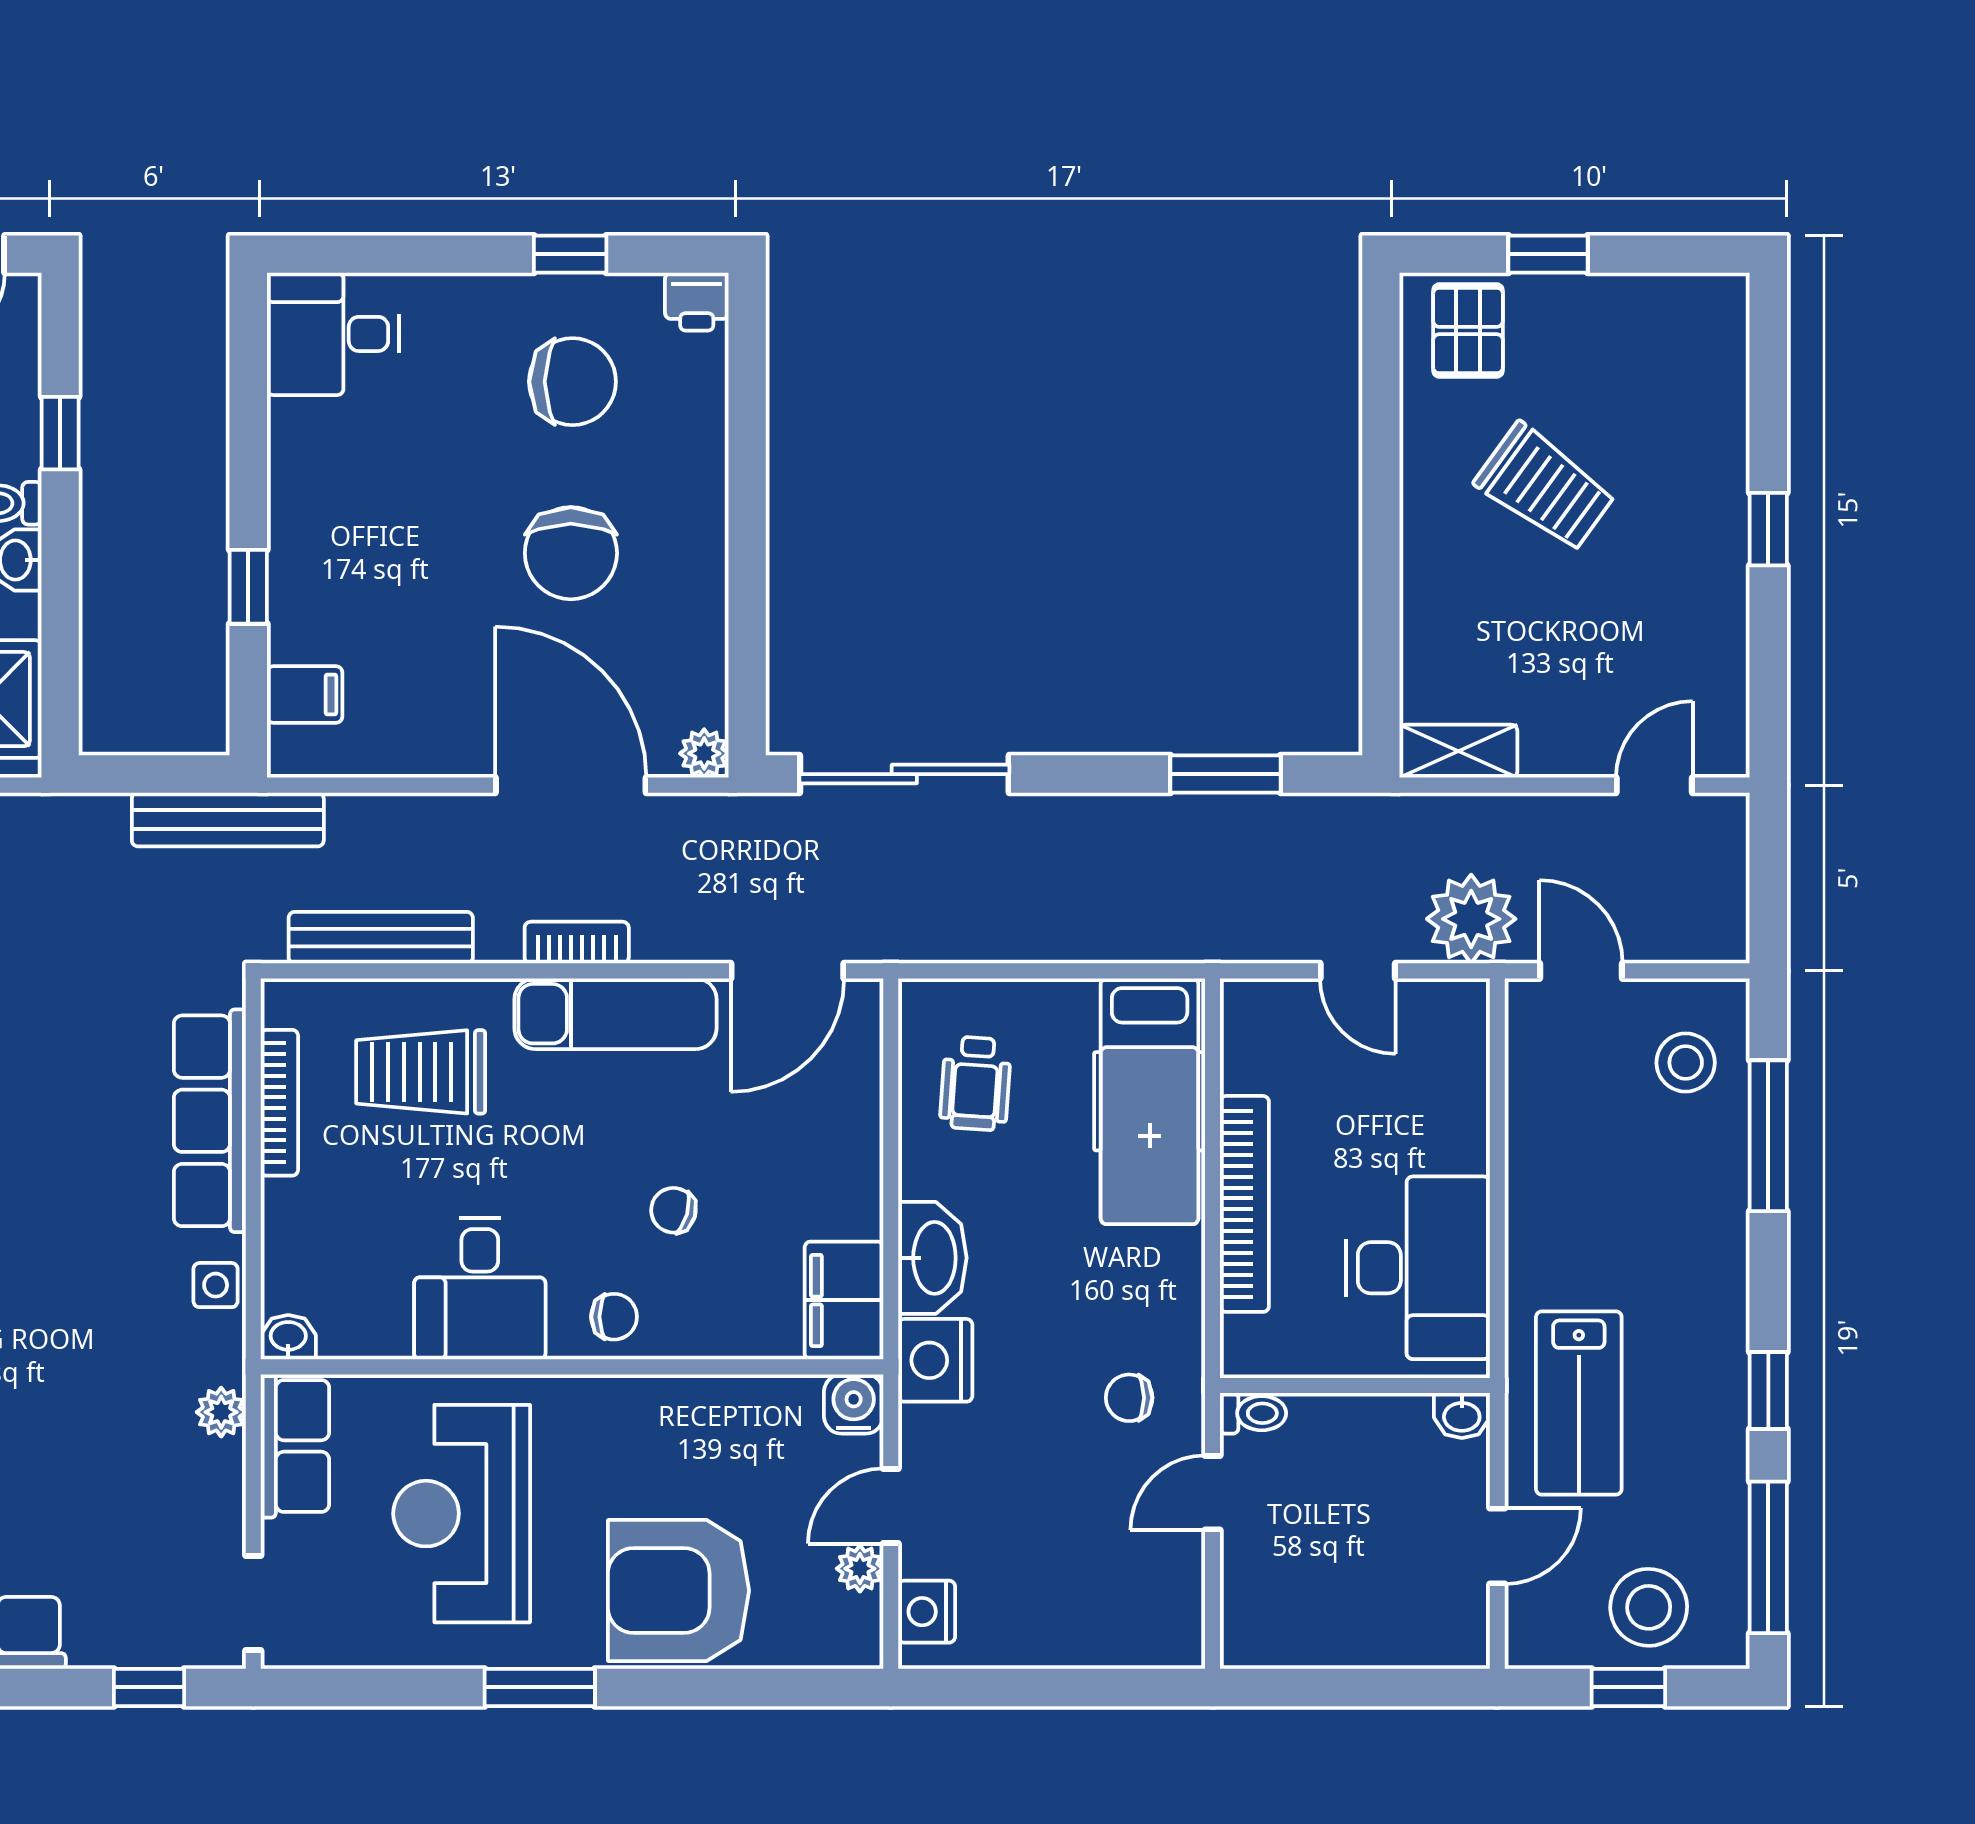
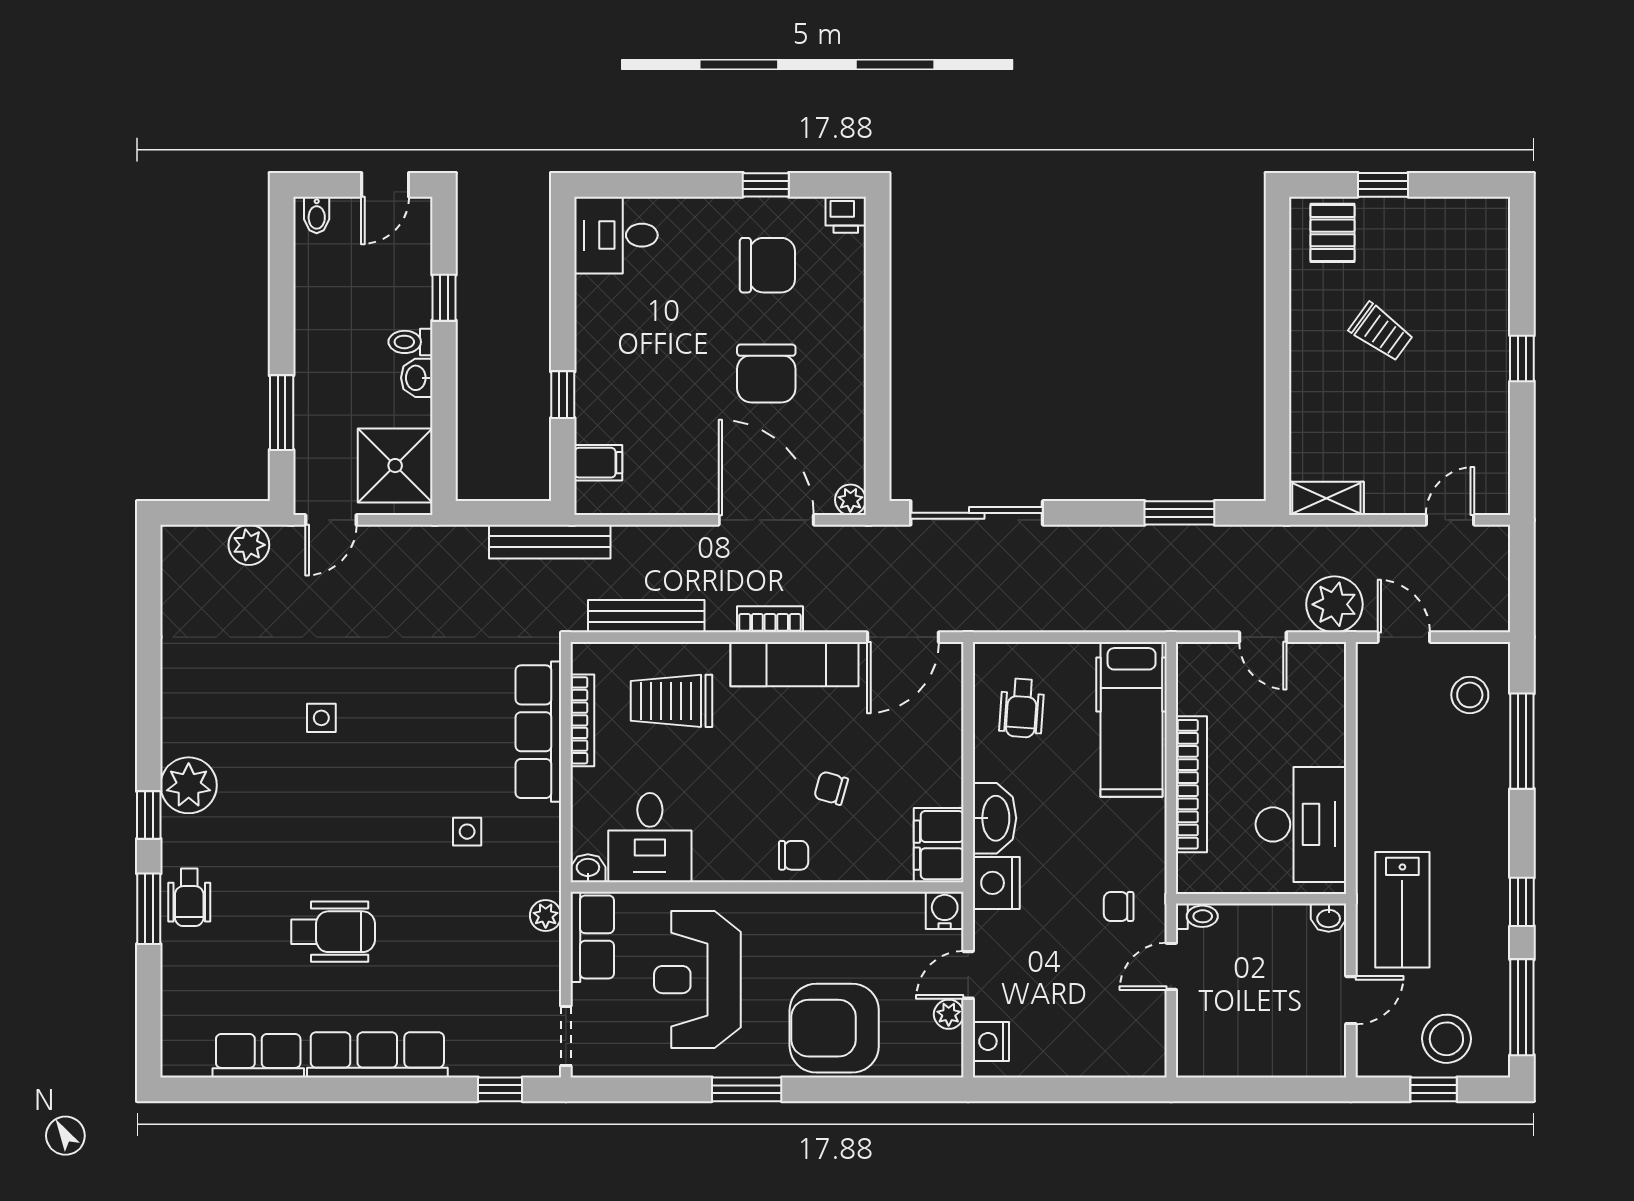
trolley: (1545, 487) -> (1381, 332), width x0.73, depth x0.72
side table: (216, 1285) -> (467, 832), moved
desk: (480, 1289) -> (650, 838), moved

